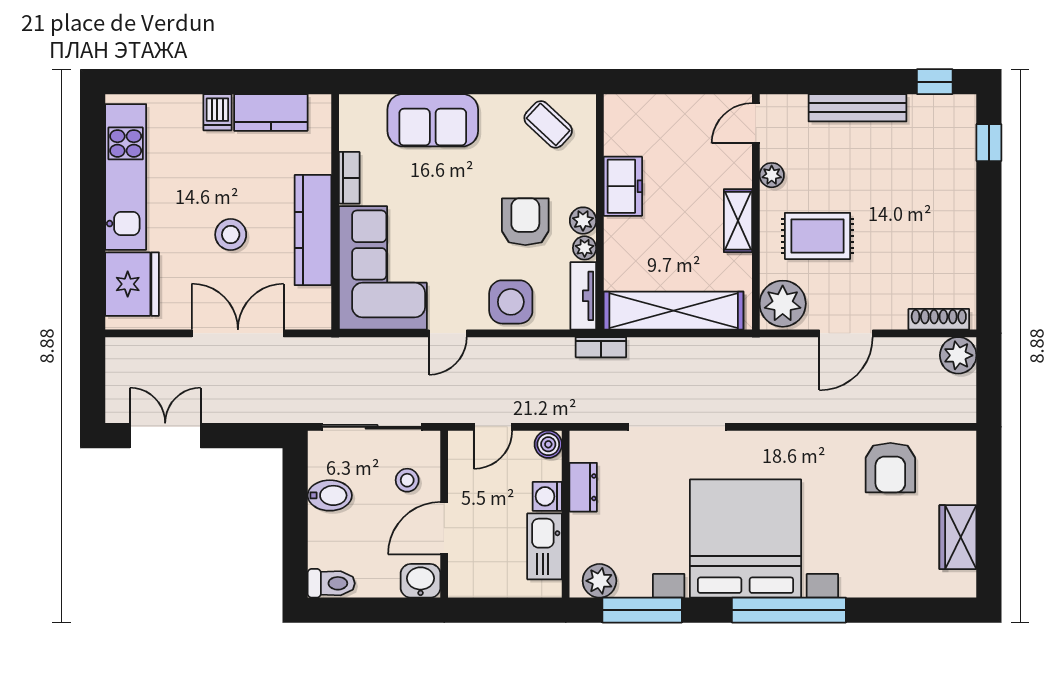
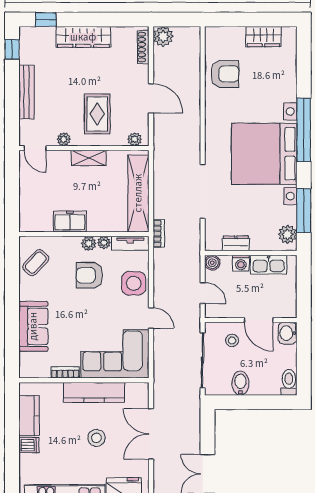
wardrobe: (957, 211) -> (83, 37), added
plant: (783, 304) -> (135, 139), width x0.53, depth x0.53

